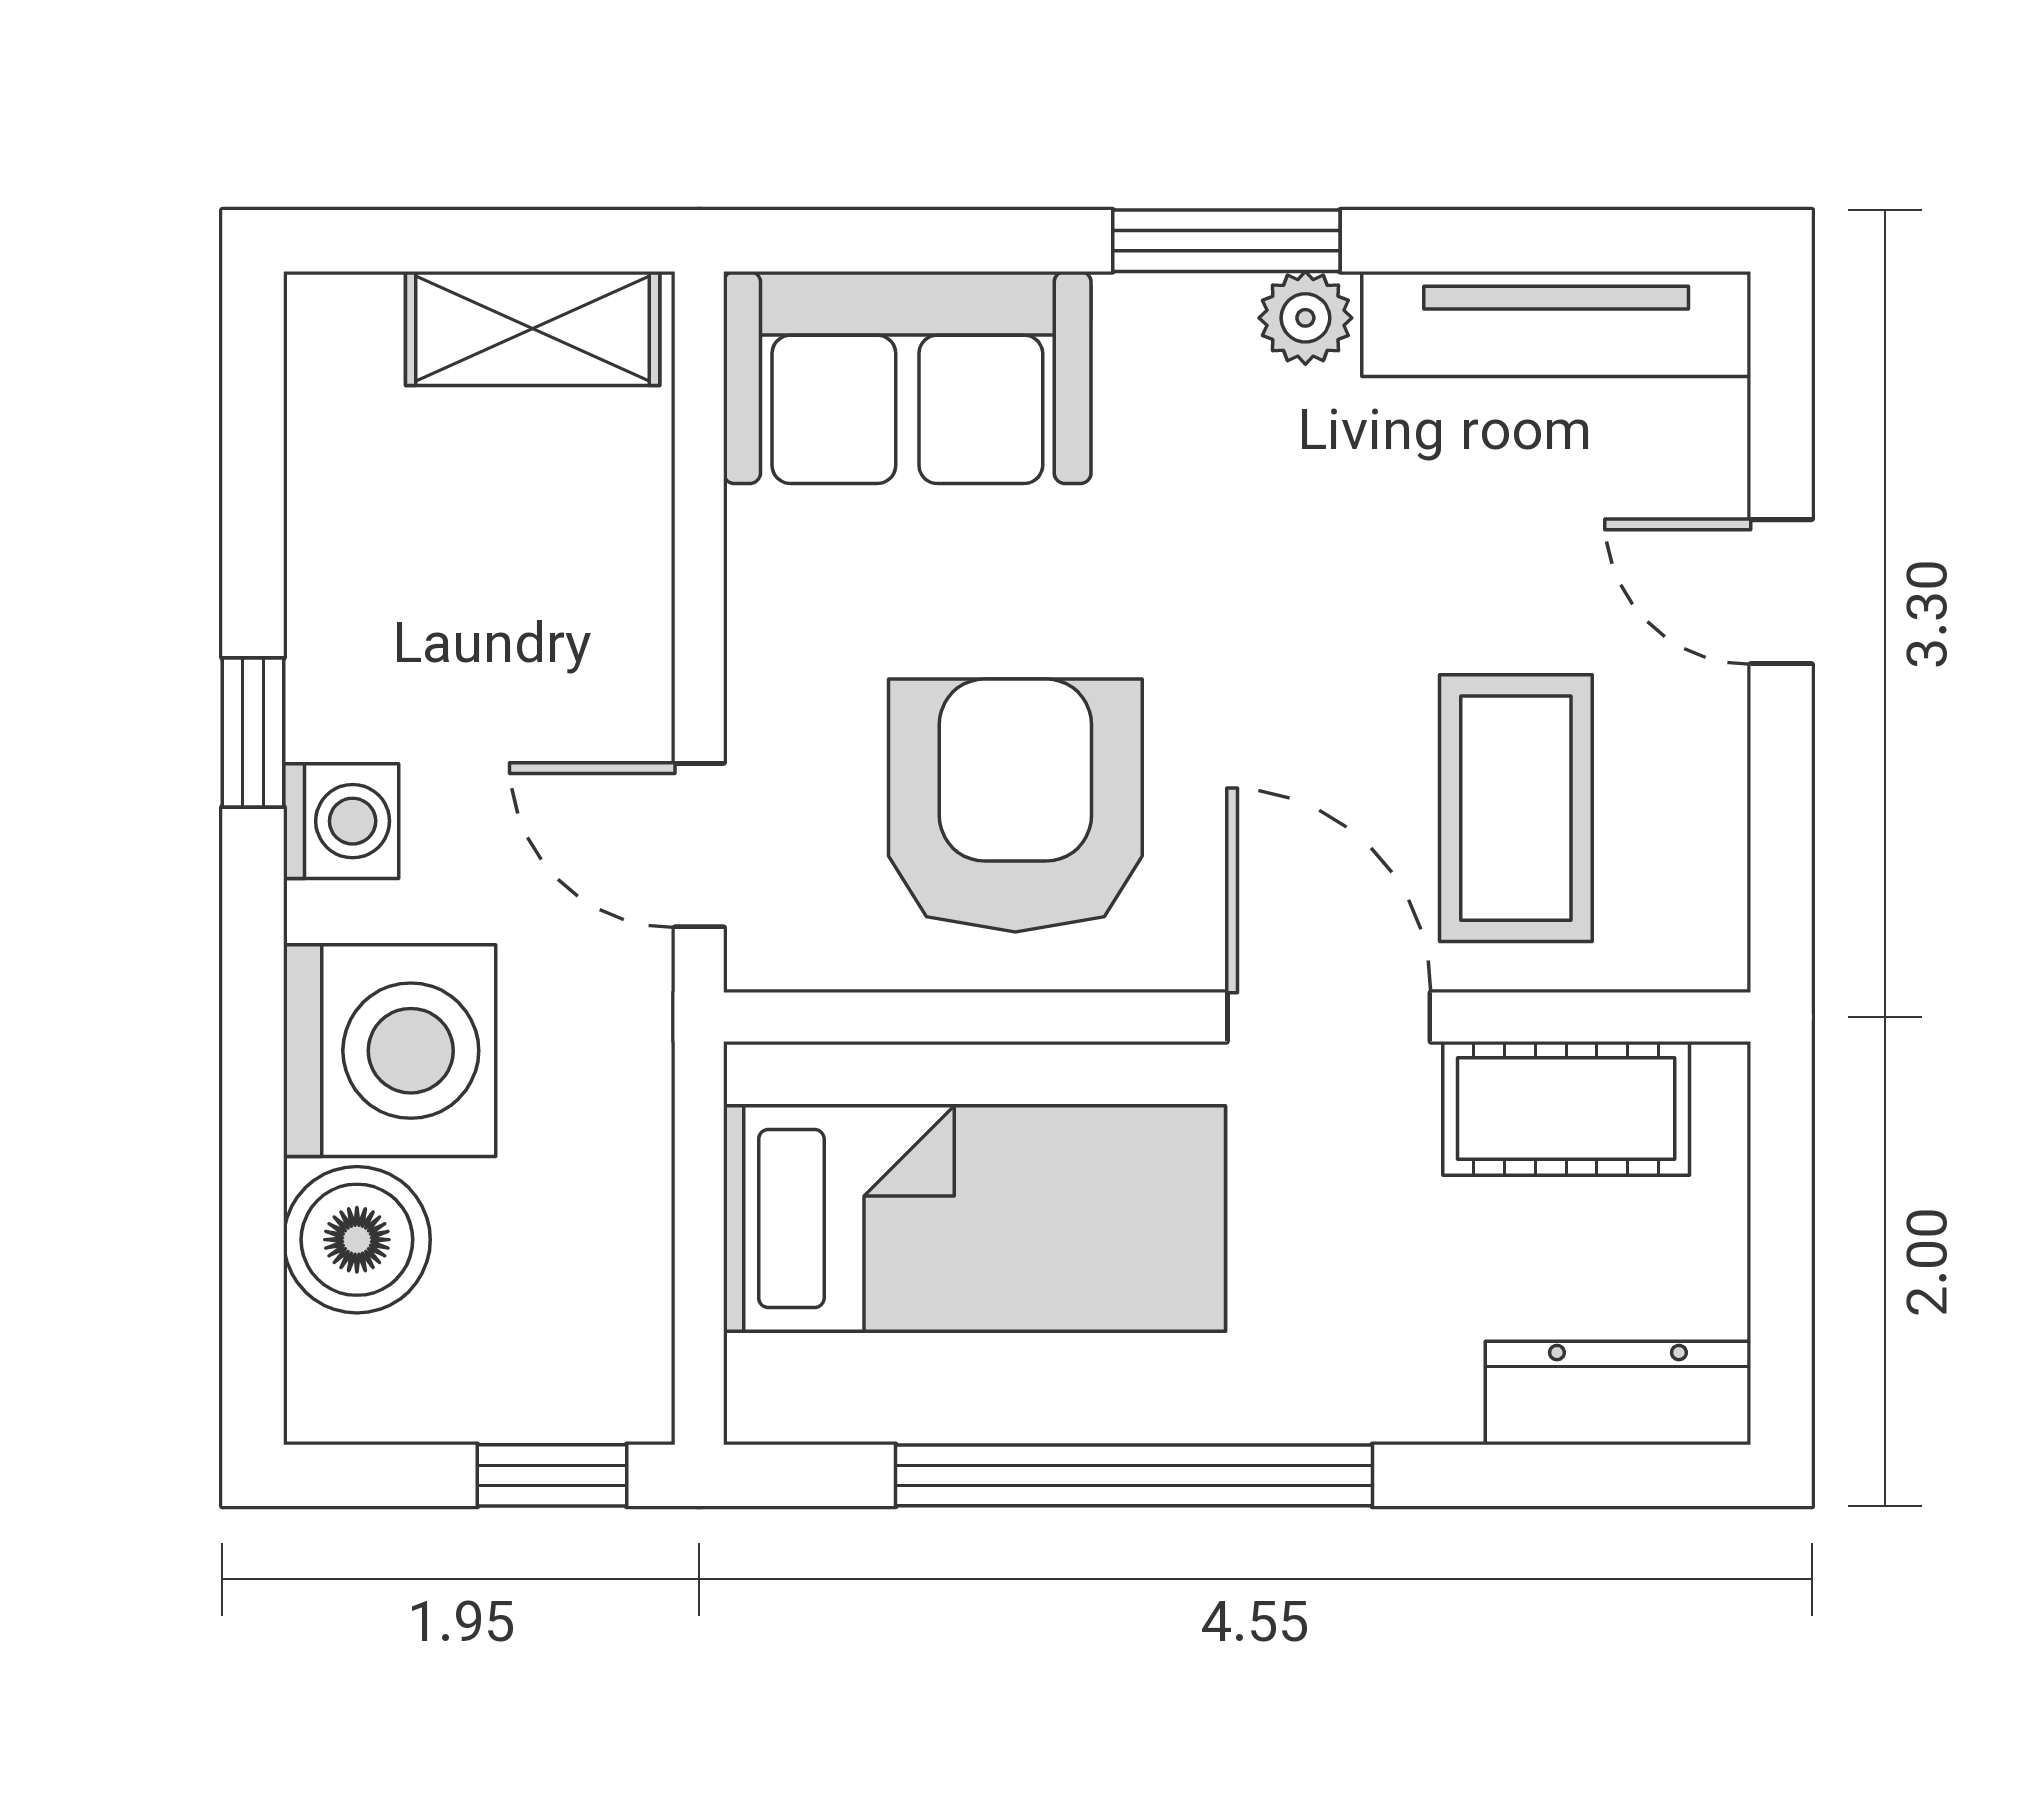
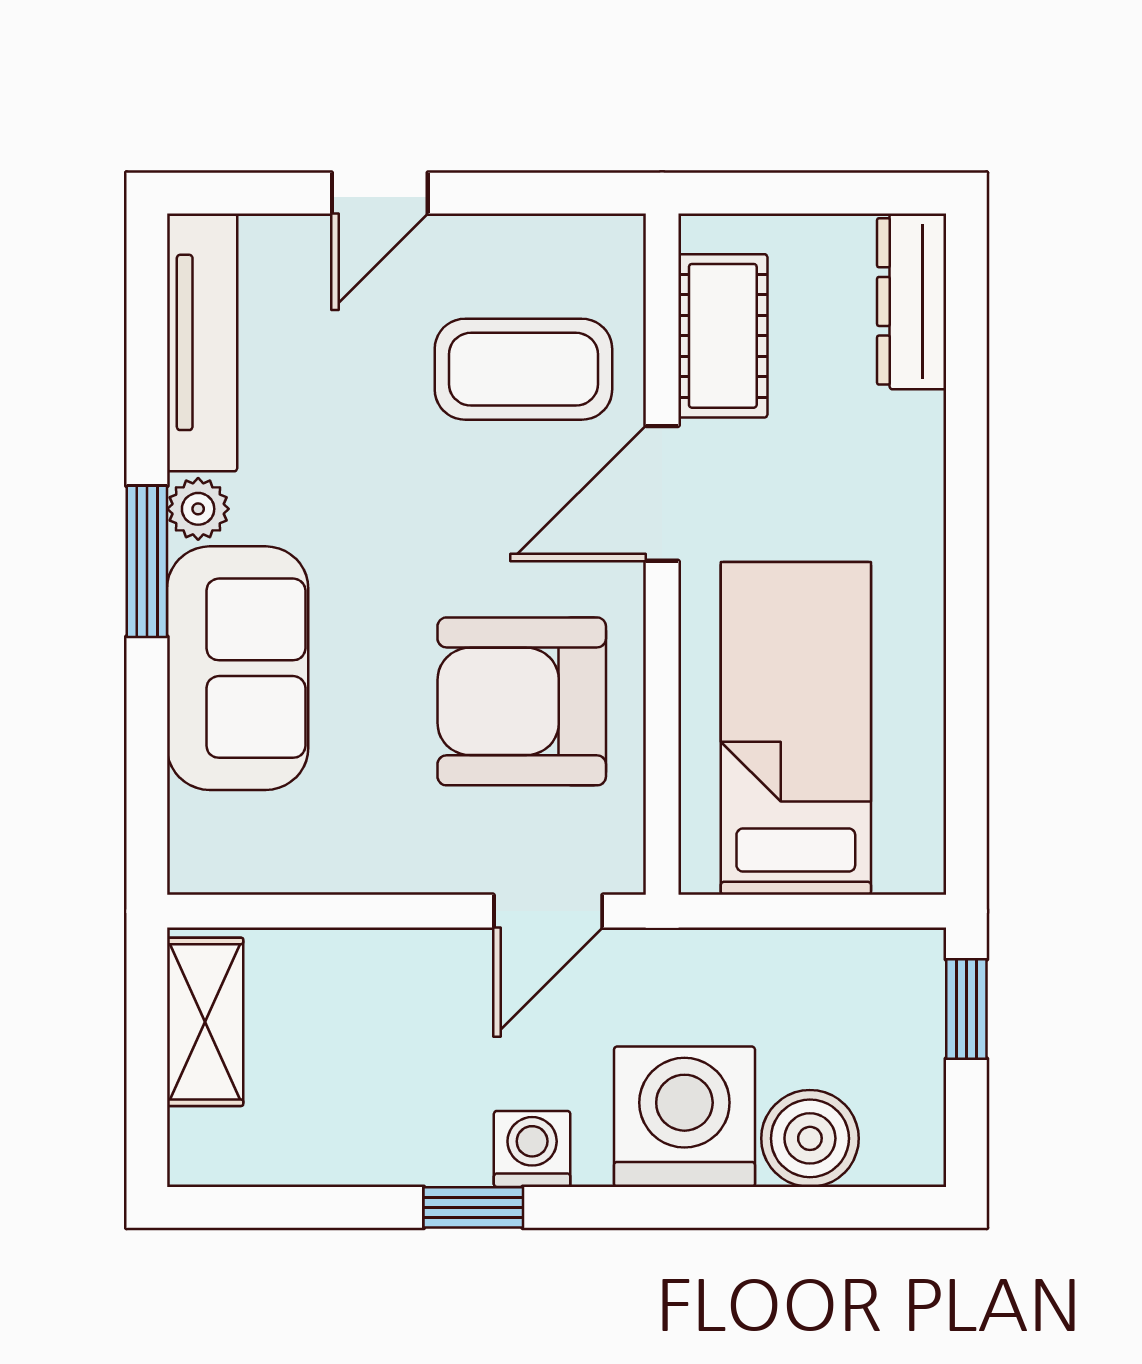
sofa: (907, 378) -> (238, 668), moved
window: (1134, 1475) -> (966, 623), removed

